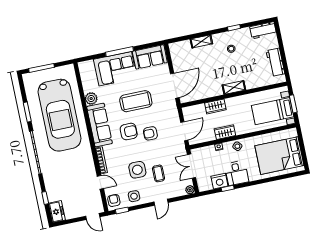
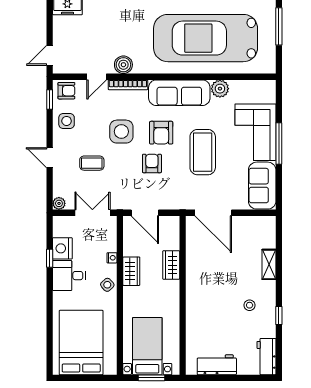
shelving: (234, 87) -> (193, 297), removed
boiler: (89, 166) -> (123, 65), added
side table: (137, 170) -> (121, 132), moved

